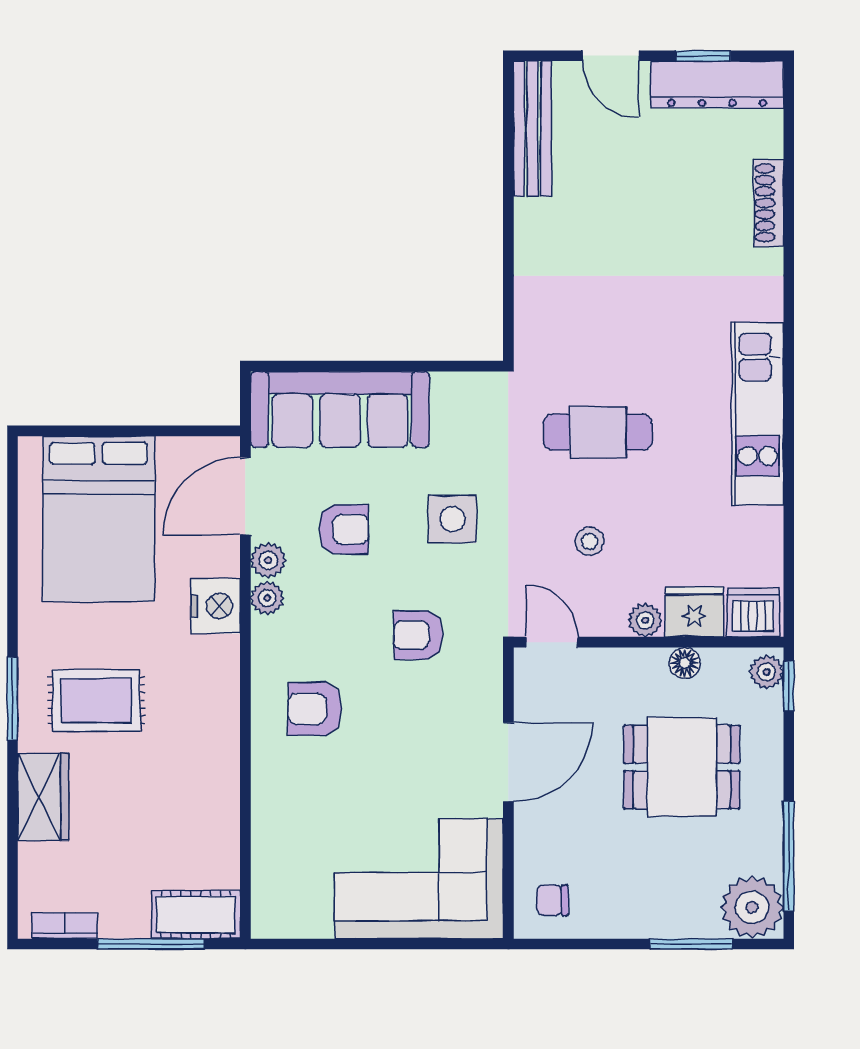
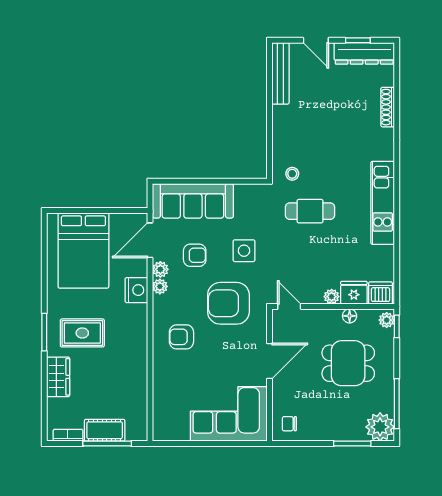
stool: (590, 541) -> (292, 174), moved
armchair: (418, 635) -> (228, 303), width x1.88, depth x1.88
cot: (196, 915) -> (105, 430), moved

